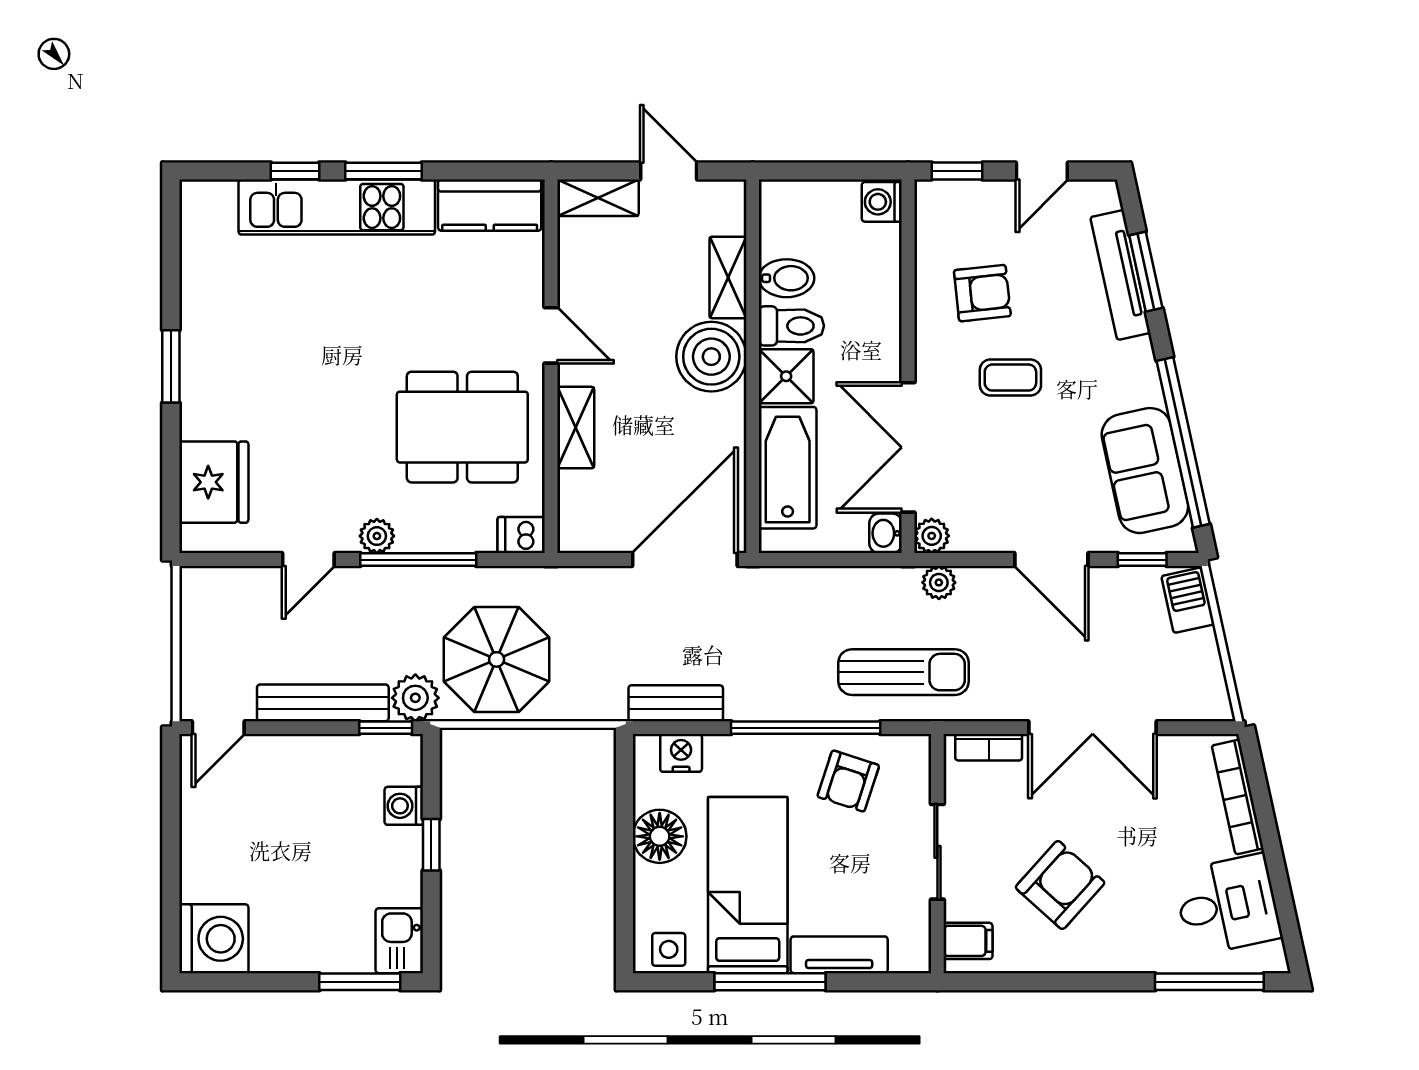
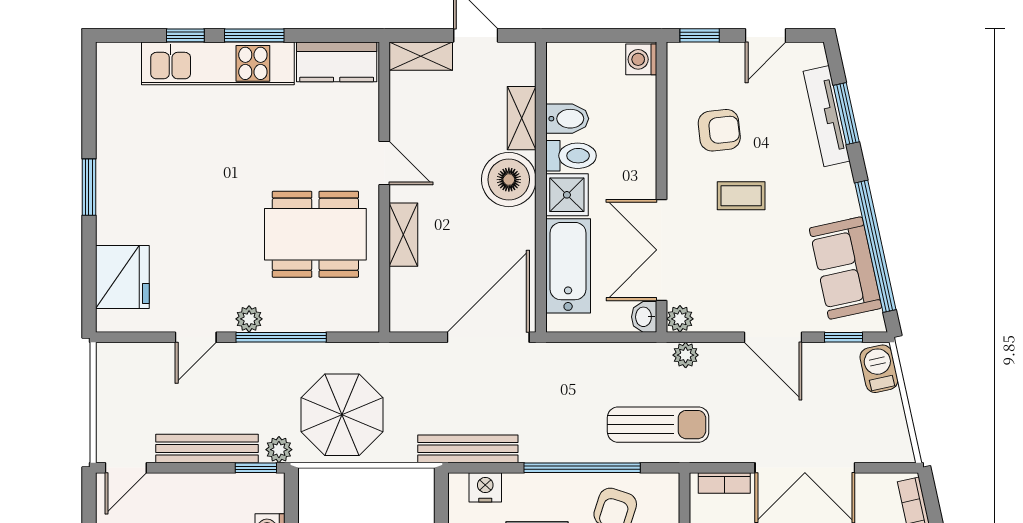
dishwasher: (521, 535) -> (361, 318), removed
plant: (415, 698) -> (279, 450), width x0.73, depth x0.73
bench: (676, 703) -> (468, 449), width x1.36

